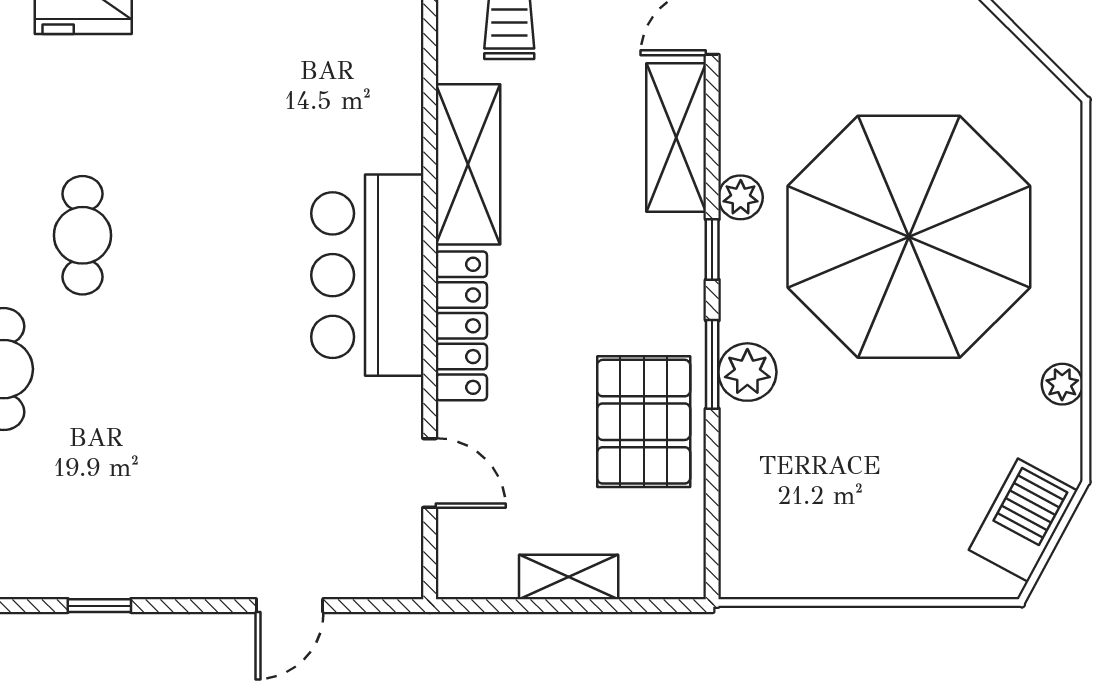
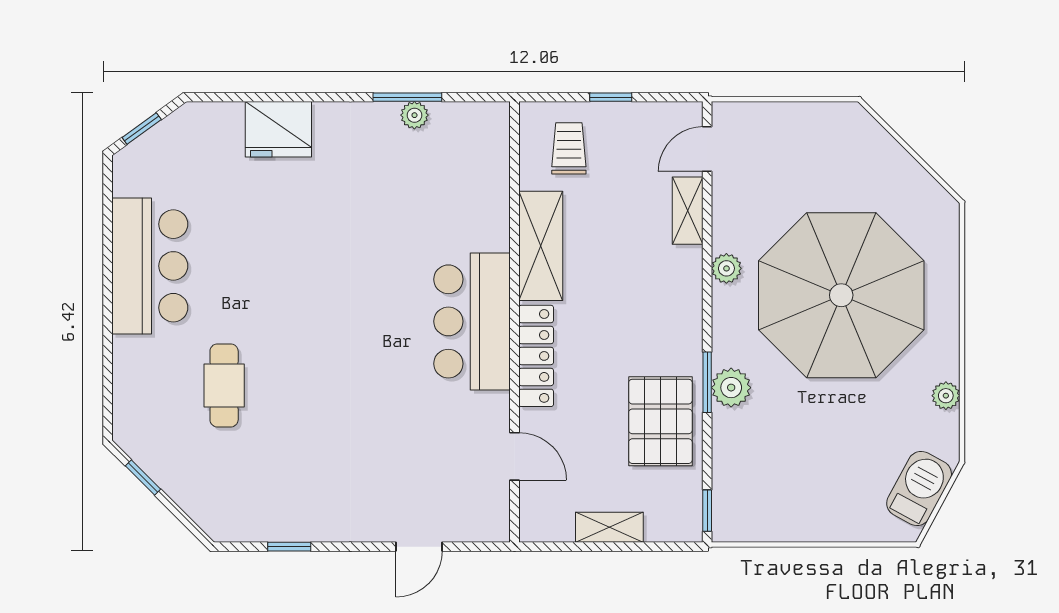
shelving: (676, 137) -> (688, 211), width x0.67, depth x0.75
cafe table: (82, 235) -> (278, 294), removed
window: (712, 250) -> (707, 511), moved

